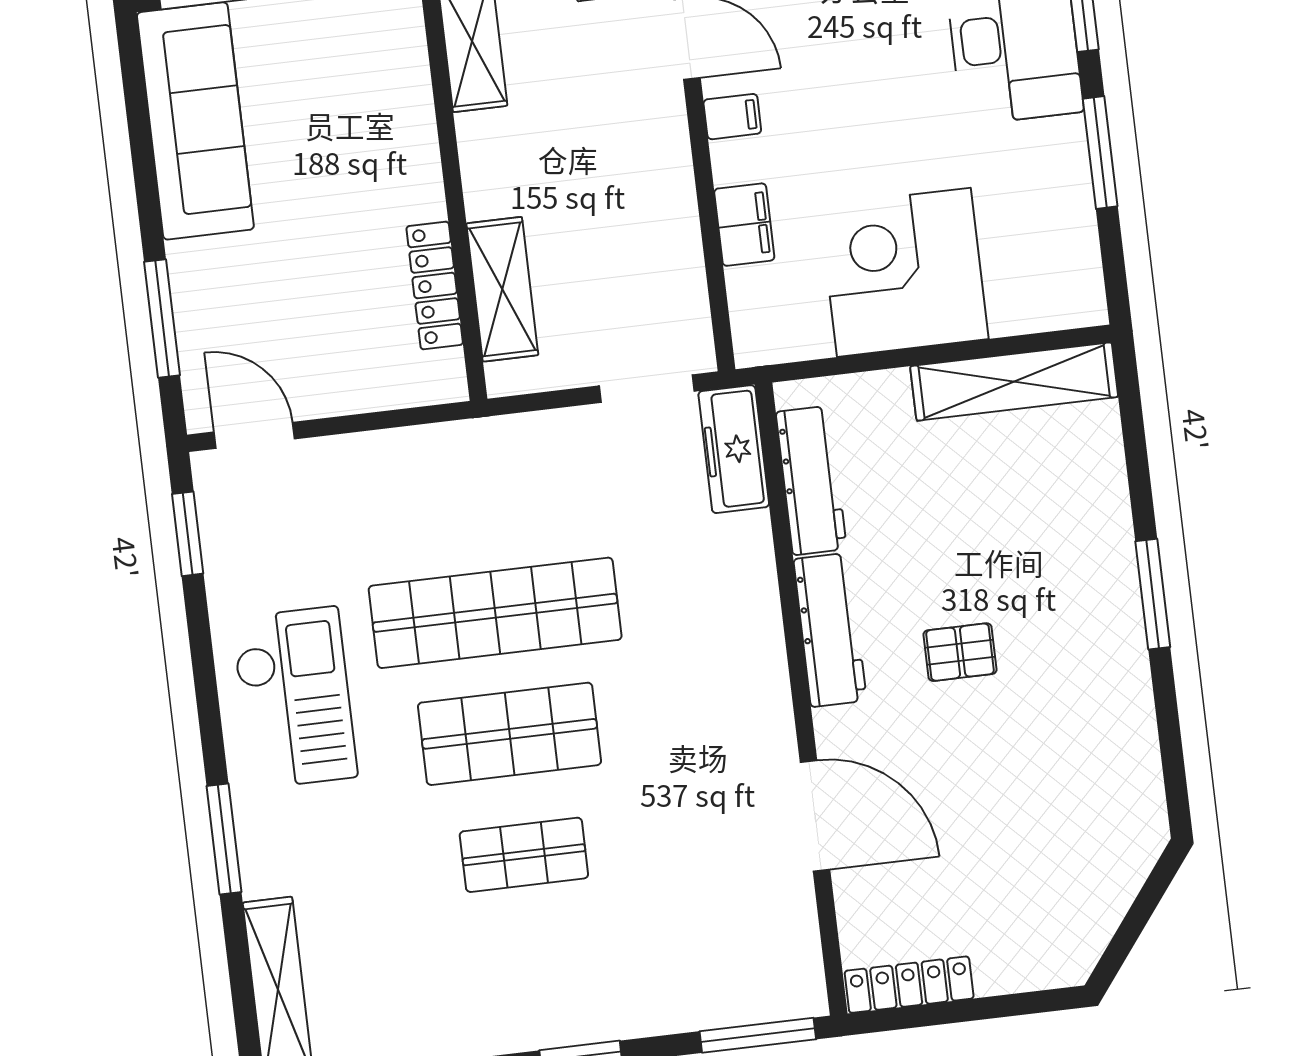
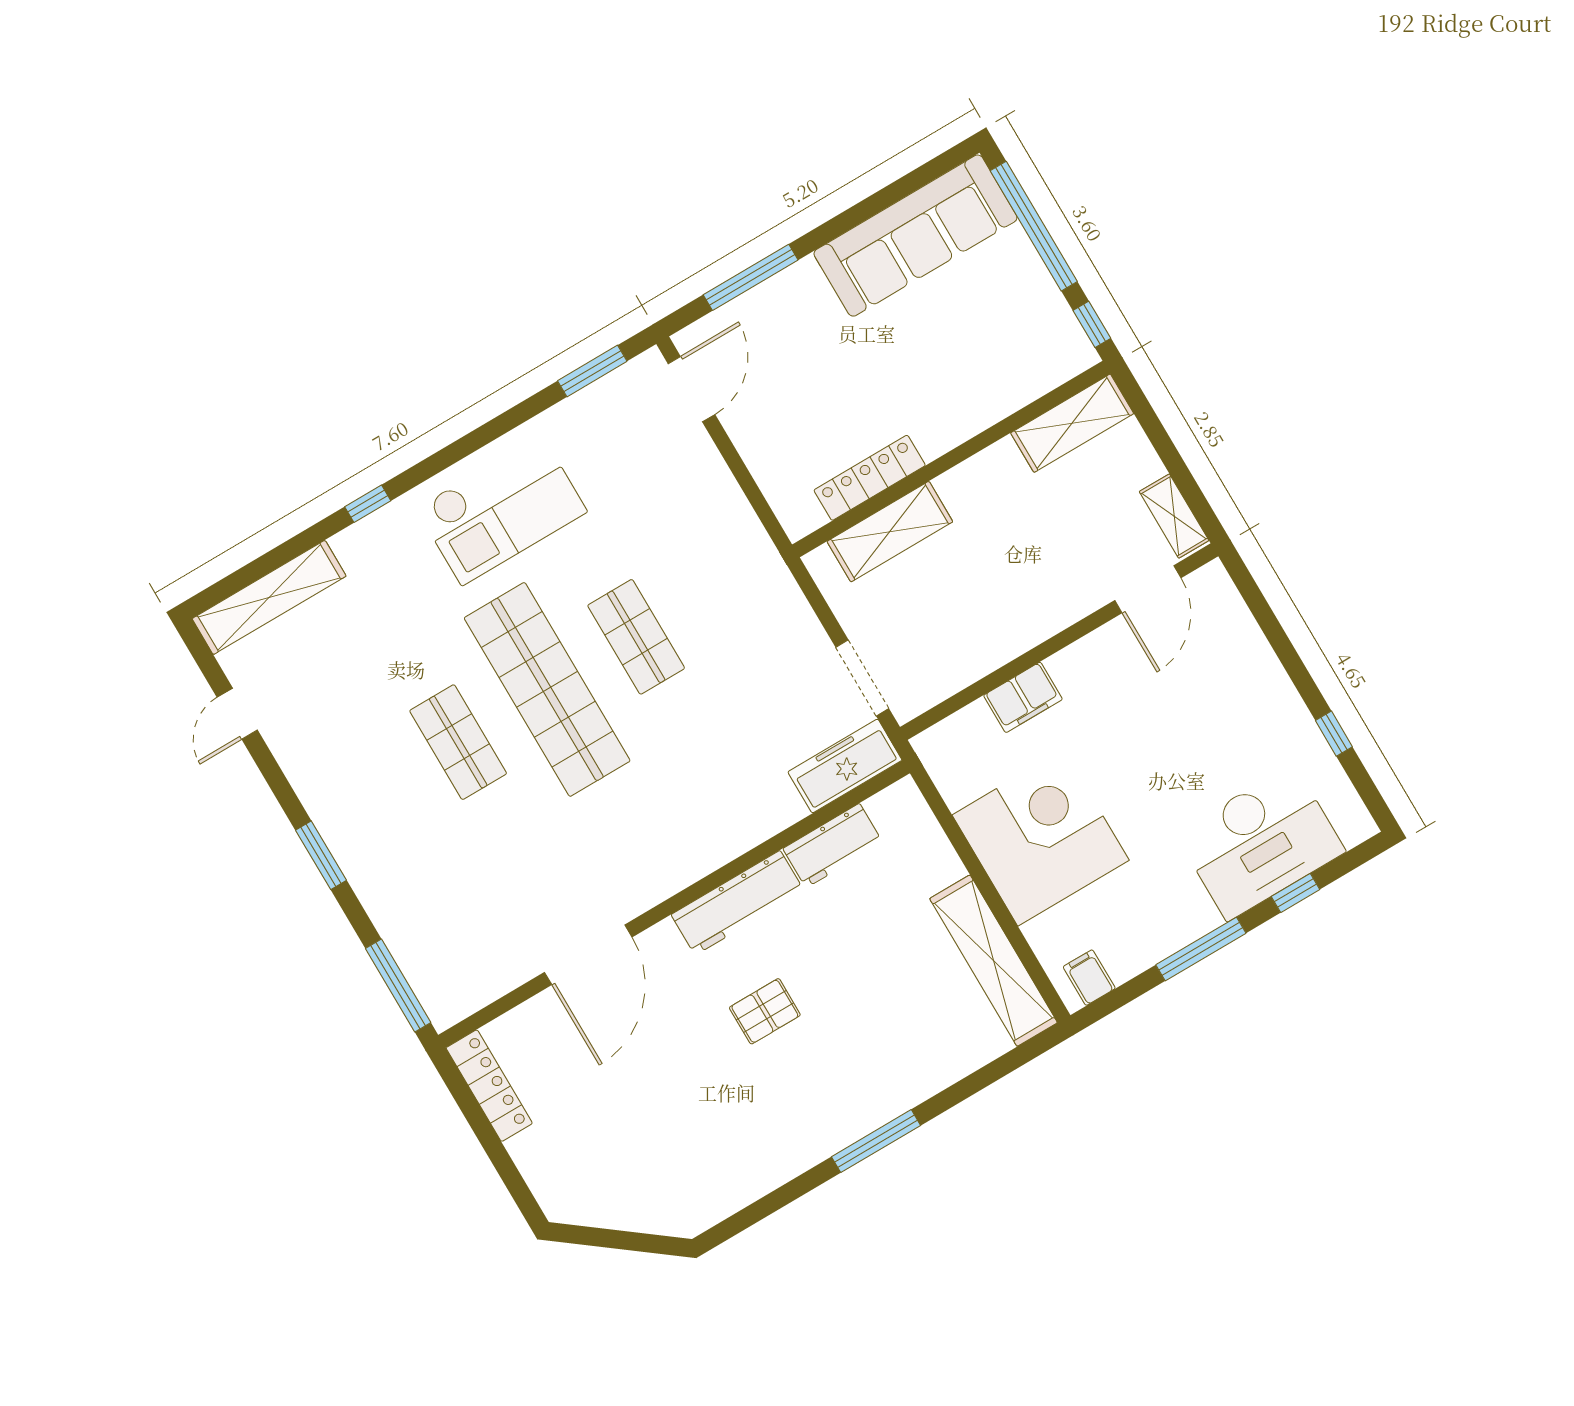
filing cabinet: (732, 117) -> (1089, 978), moved, turned 180
workbench: (811, 480) -> (833, 846), width x0.73
shop shelf: (495, 613) -> (636, 637), width x0.50, depth x0.74
pallet: (960, 652) -> (765, 1011), turned 90
shop shelf: (510, 734) -> (547, 689), width x1.40
window: (224, 839) -> (368, 504), width x0.46

